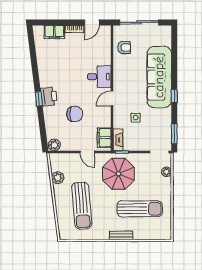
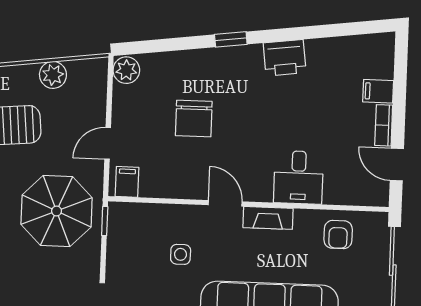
filing cabinet: (54, 32) -> (378, 91), width x0.50
desk: (99, 77) -> (298, 177), moved
printer: (49, 97) -> (285, 58), moved
filing cabinet: (104, 138) -> (127, 182), width x0.50
fireplace: (118, 140) -> (268, 218), moved

